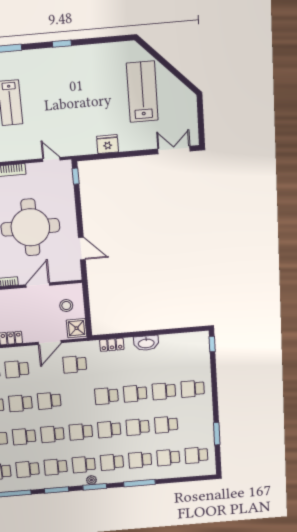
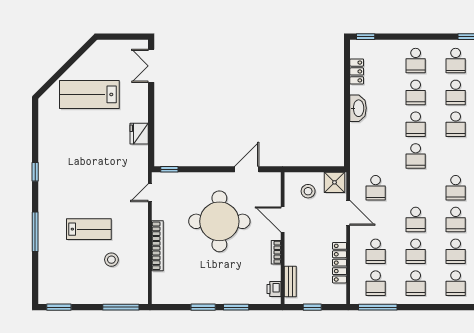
locker: (112, 345) -> (357, 71), moved
school desk: (109, 429) -> (456, 61), moved

